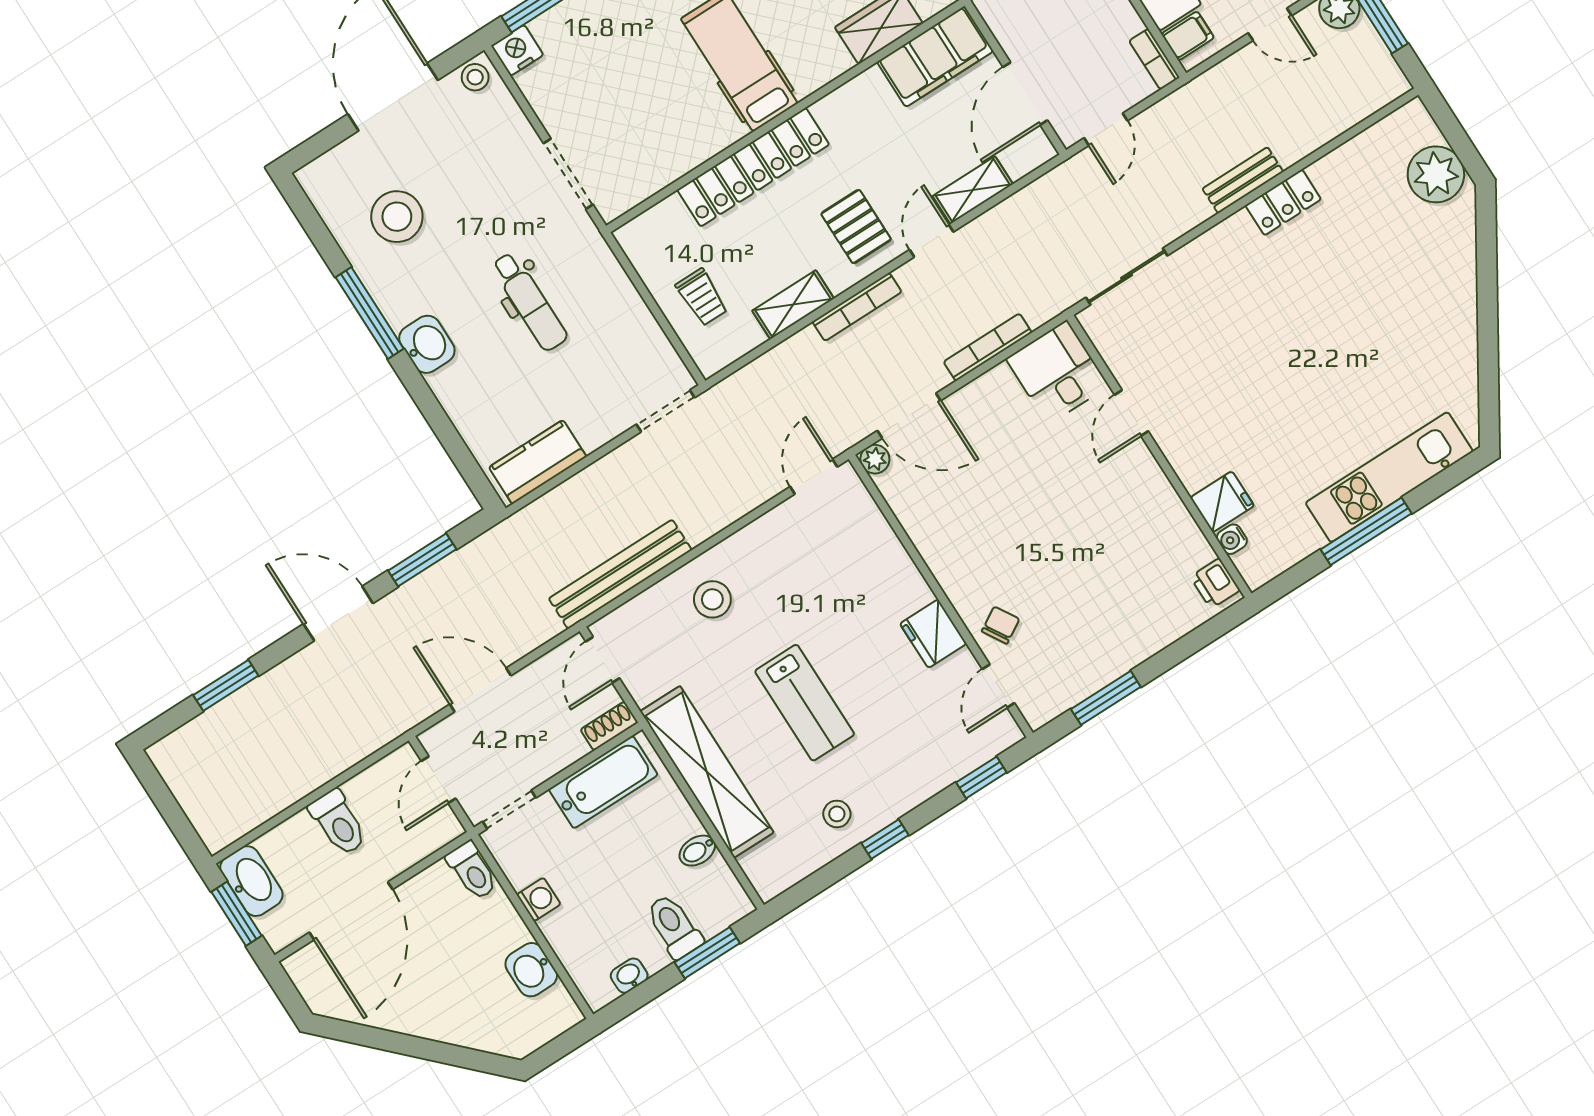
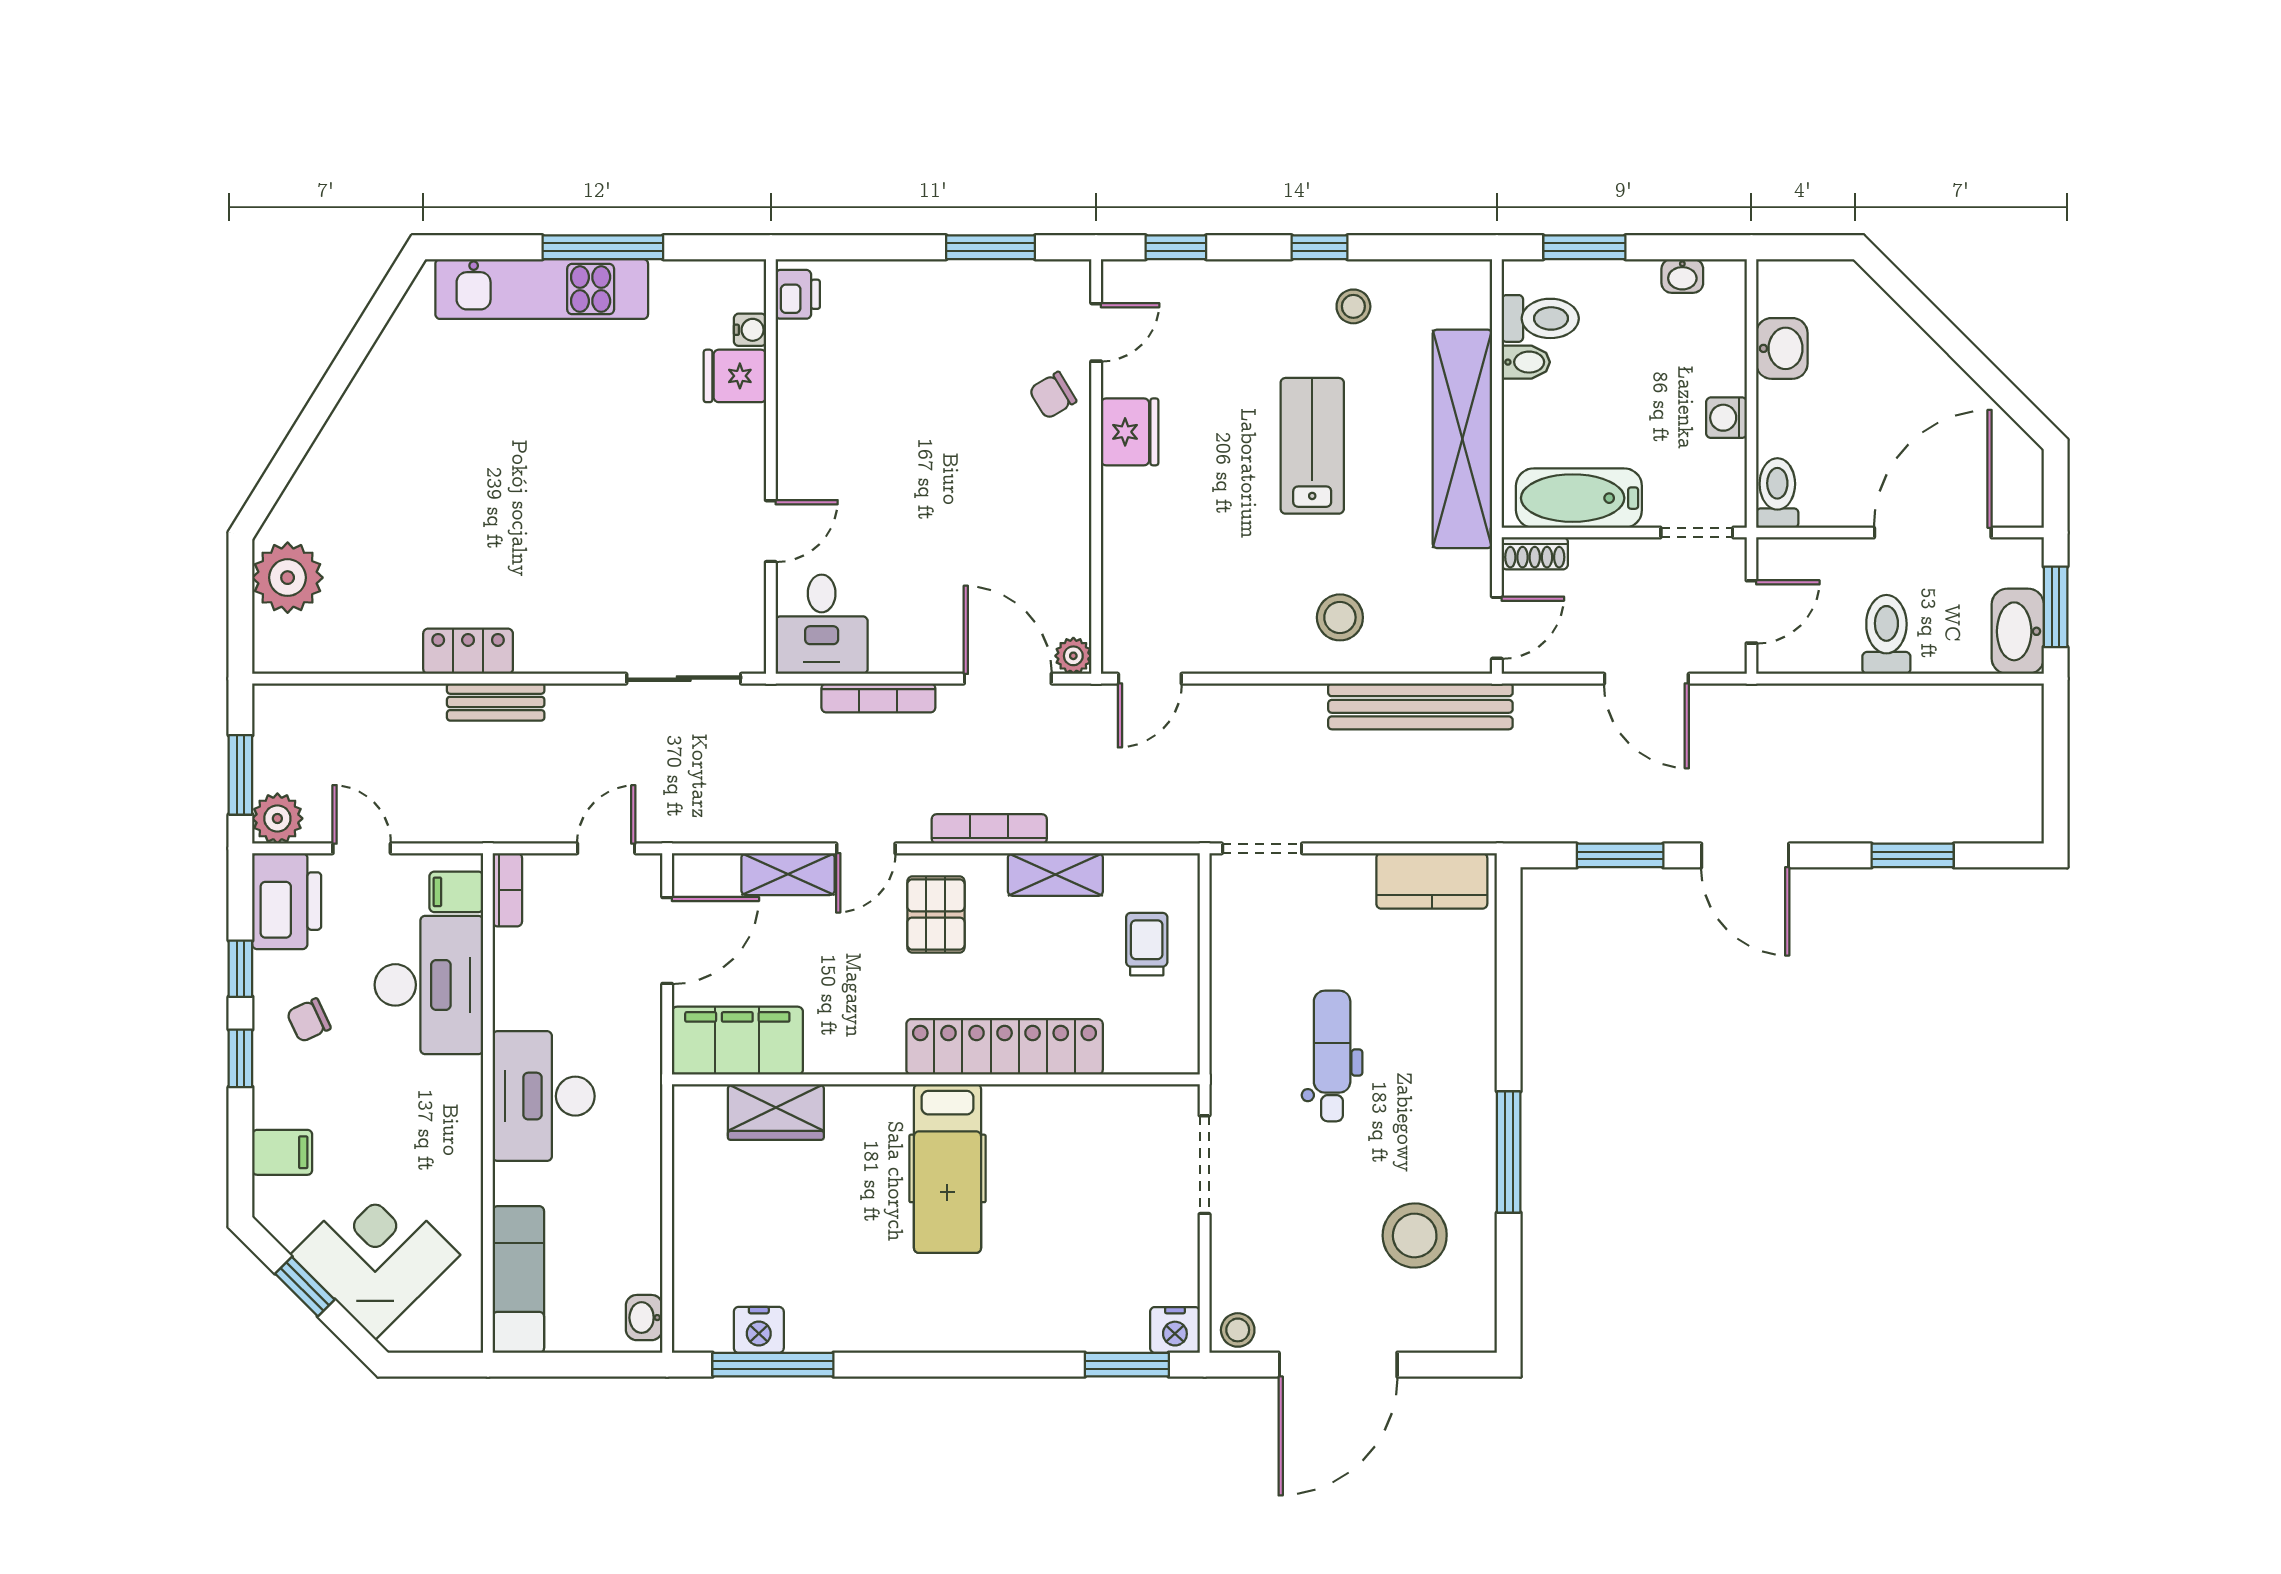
washbasin: (427, 344) -> (1469, 1080), removed
toilet: (674, 926) -> (1540, 318), moved, turned -90

